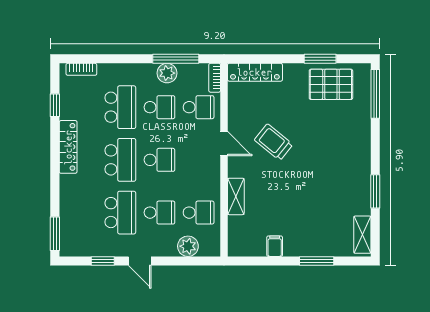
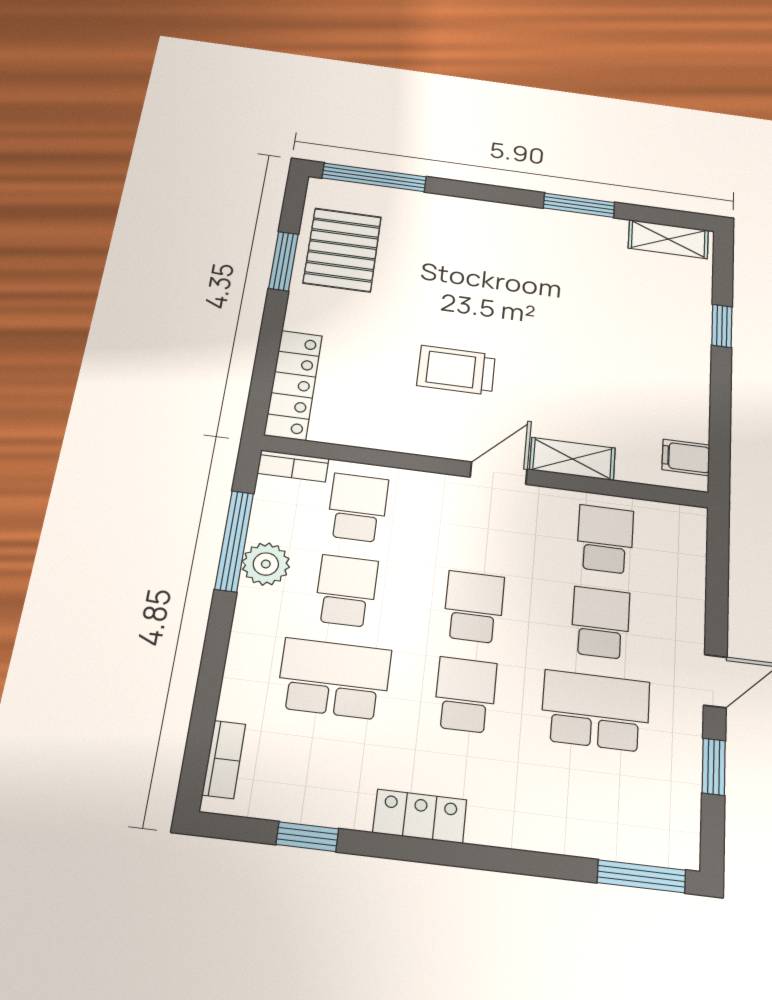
trolley: (274, 142) -> (456, 370), turned 51
door: (224, 144) -> (499, 473), moved
locker: (68, 147) -> (420, 816), width x0.66
school desk: (120, 160) -> (465, 695), width x0.54
plant: (188, 246) -> (683, 571), removed
filing cabinet: (275, 246) -> (686, 457), moved
window: (317, 261) -> (722, 326), width x0.67

